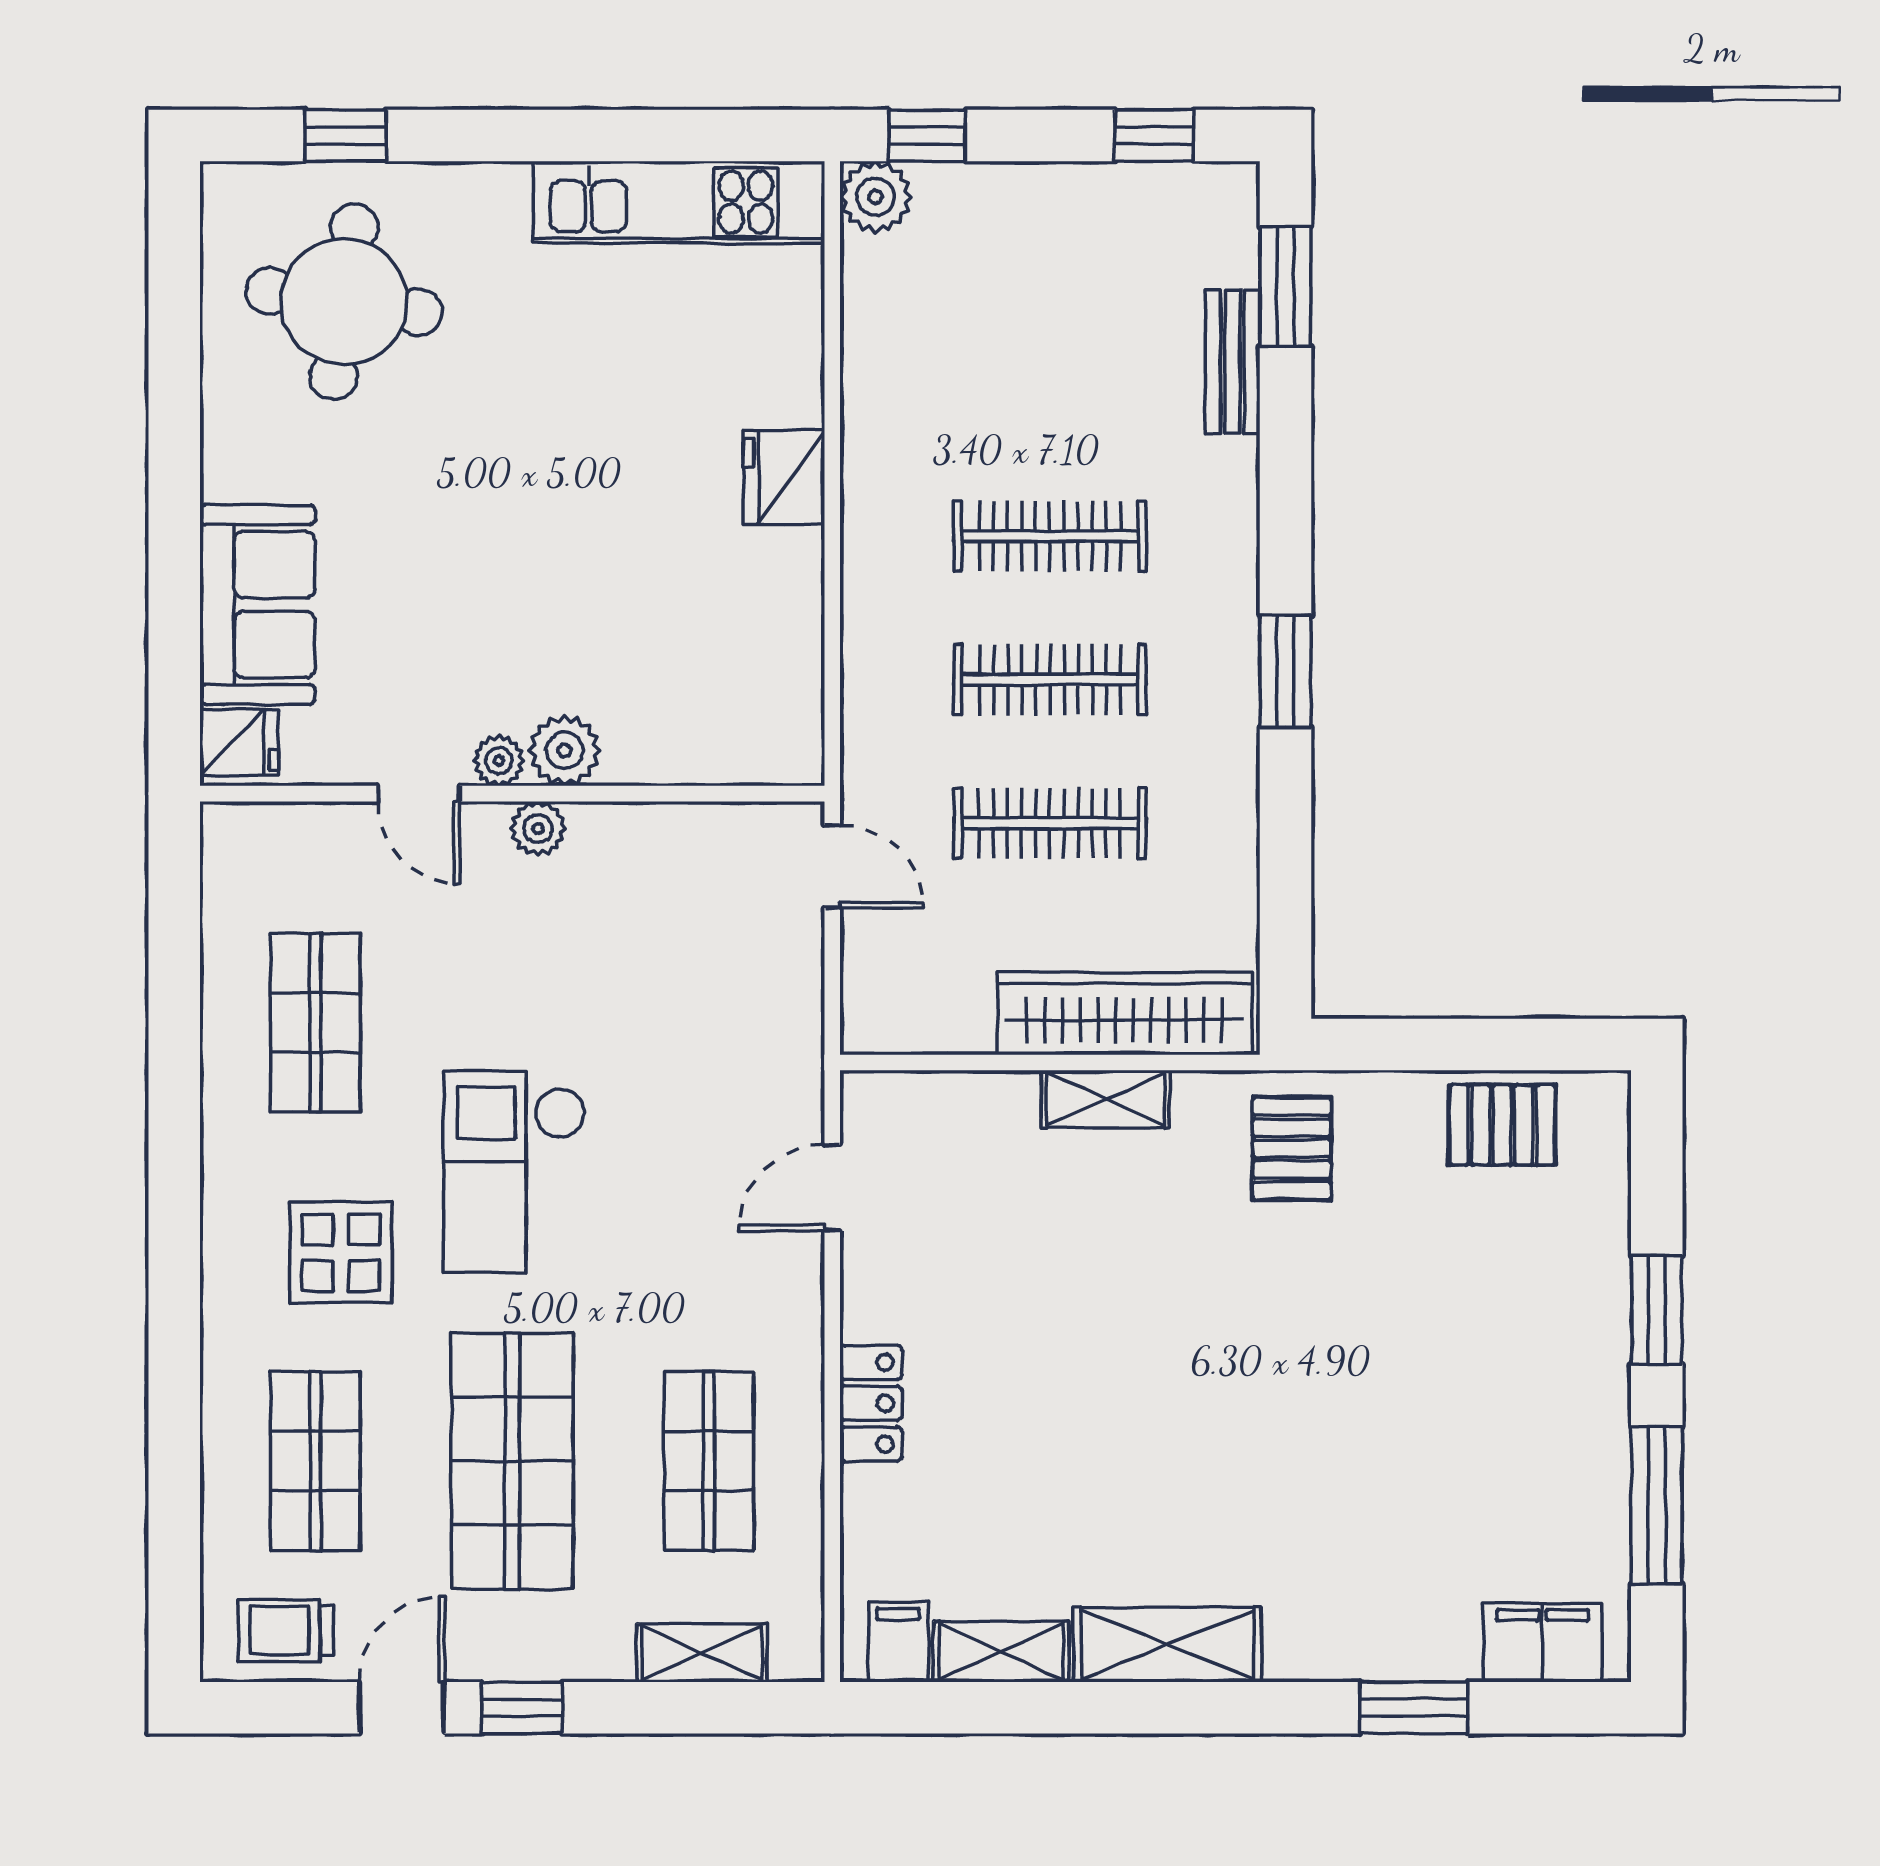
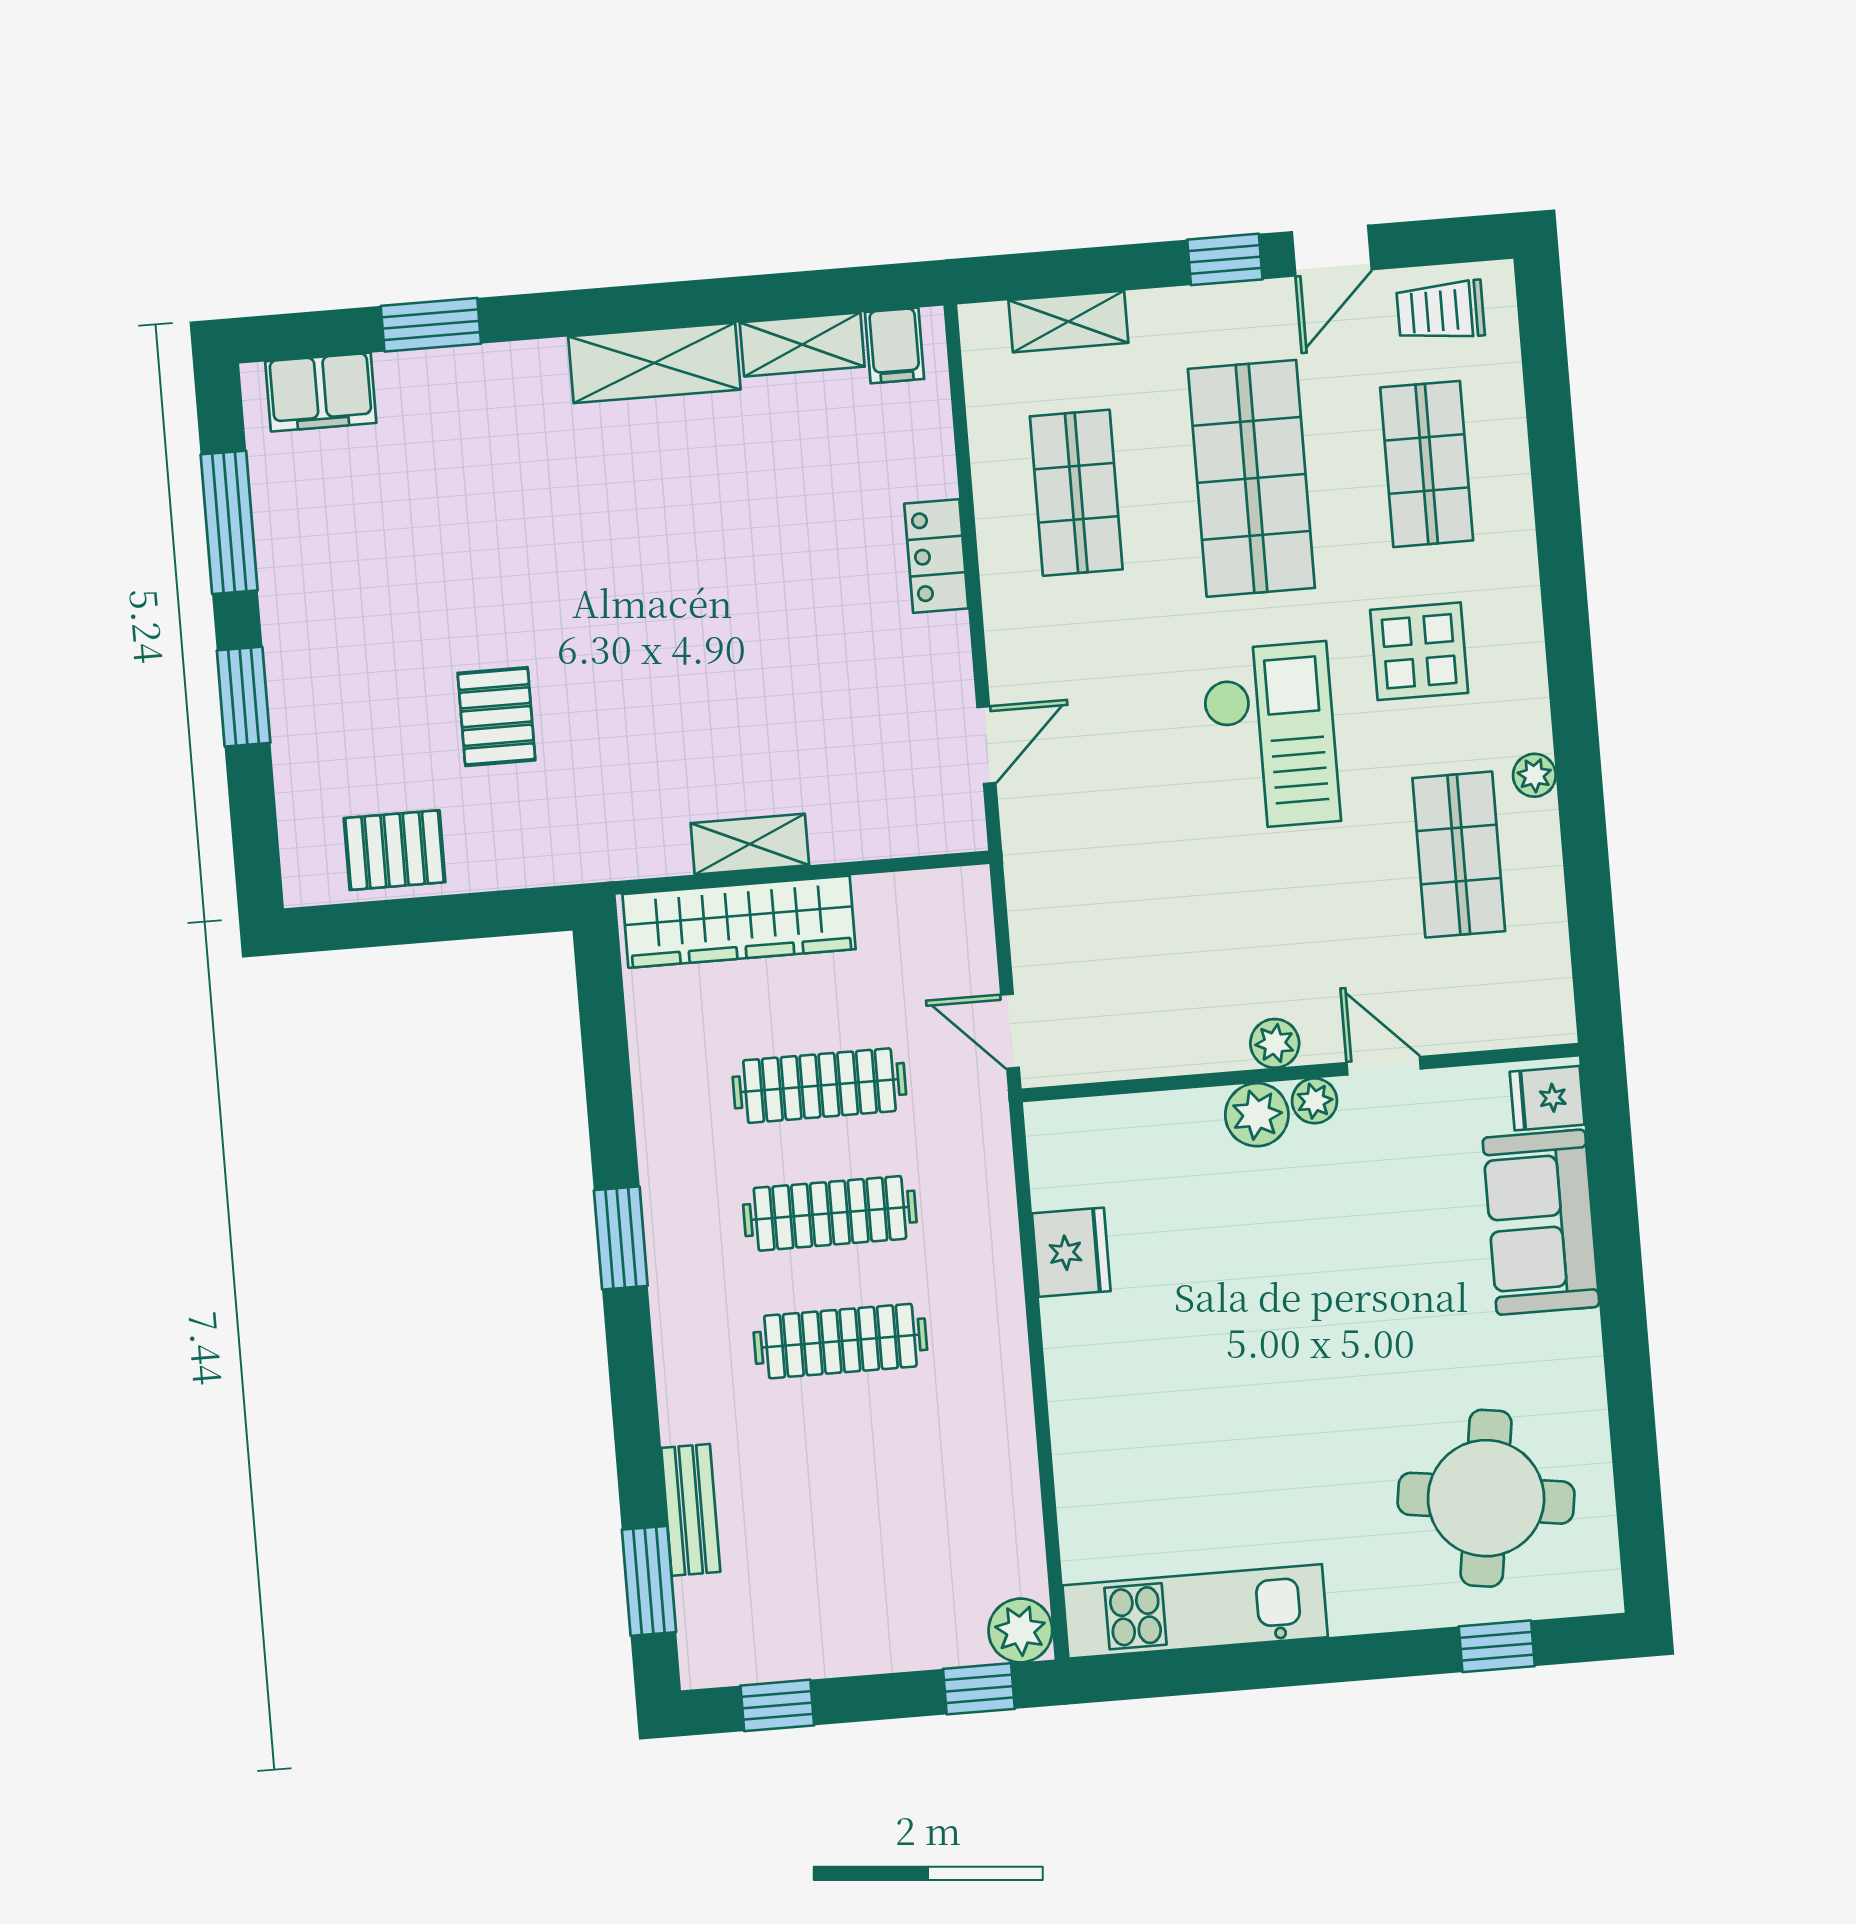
fridge: (784, 477) -> (1071, 1252), moved
plant: (224, 1104) -> (1534, 775), added
pallet: (1292, 1149) -> (496, 717), moved
trolley: (286, 1631) -> (1440, 311), turned 180

